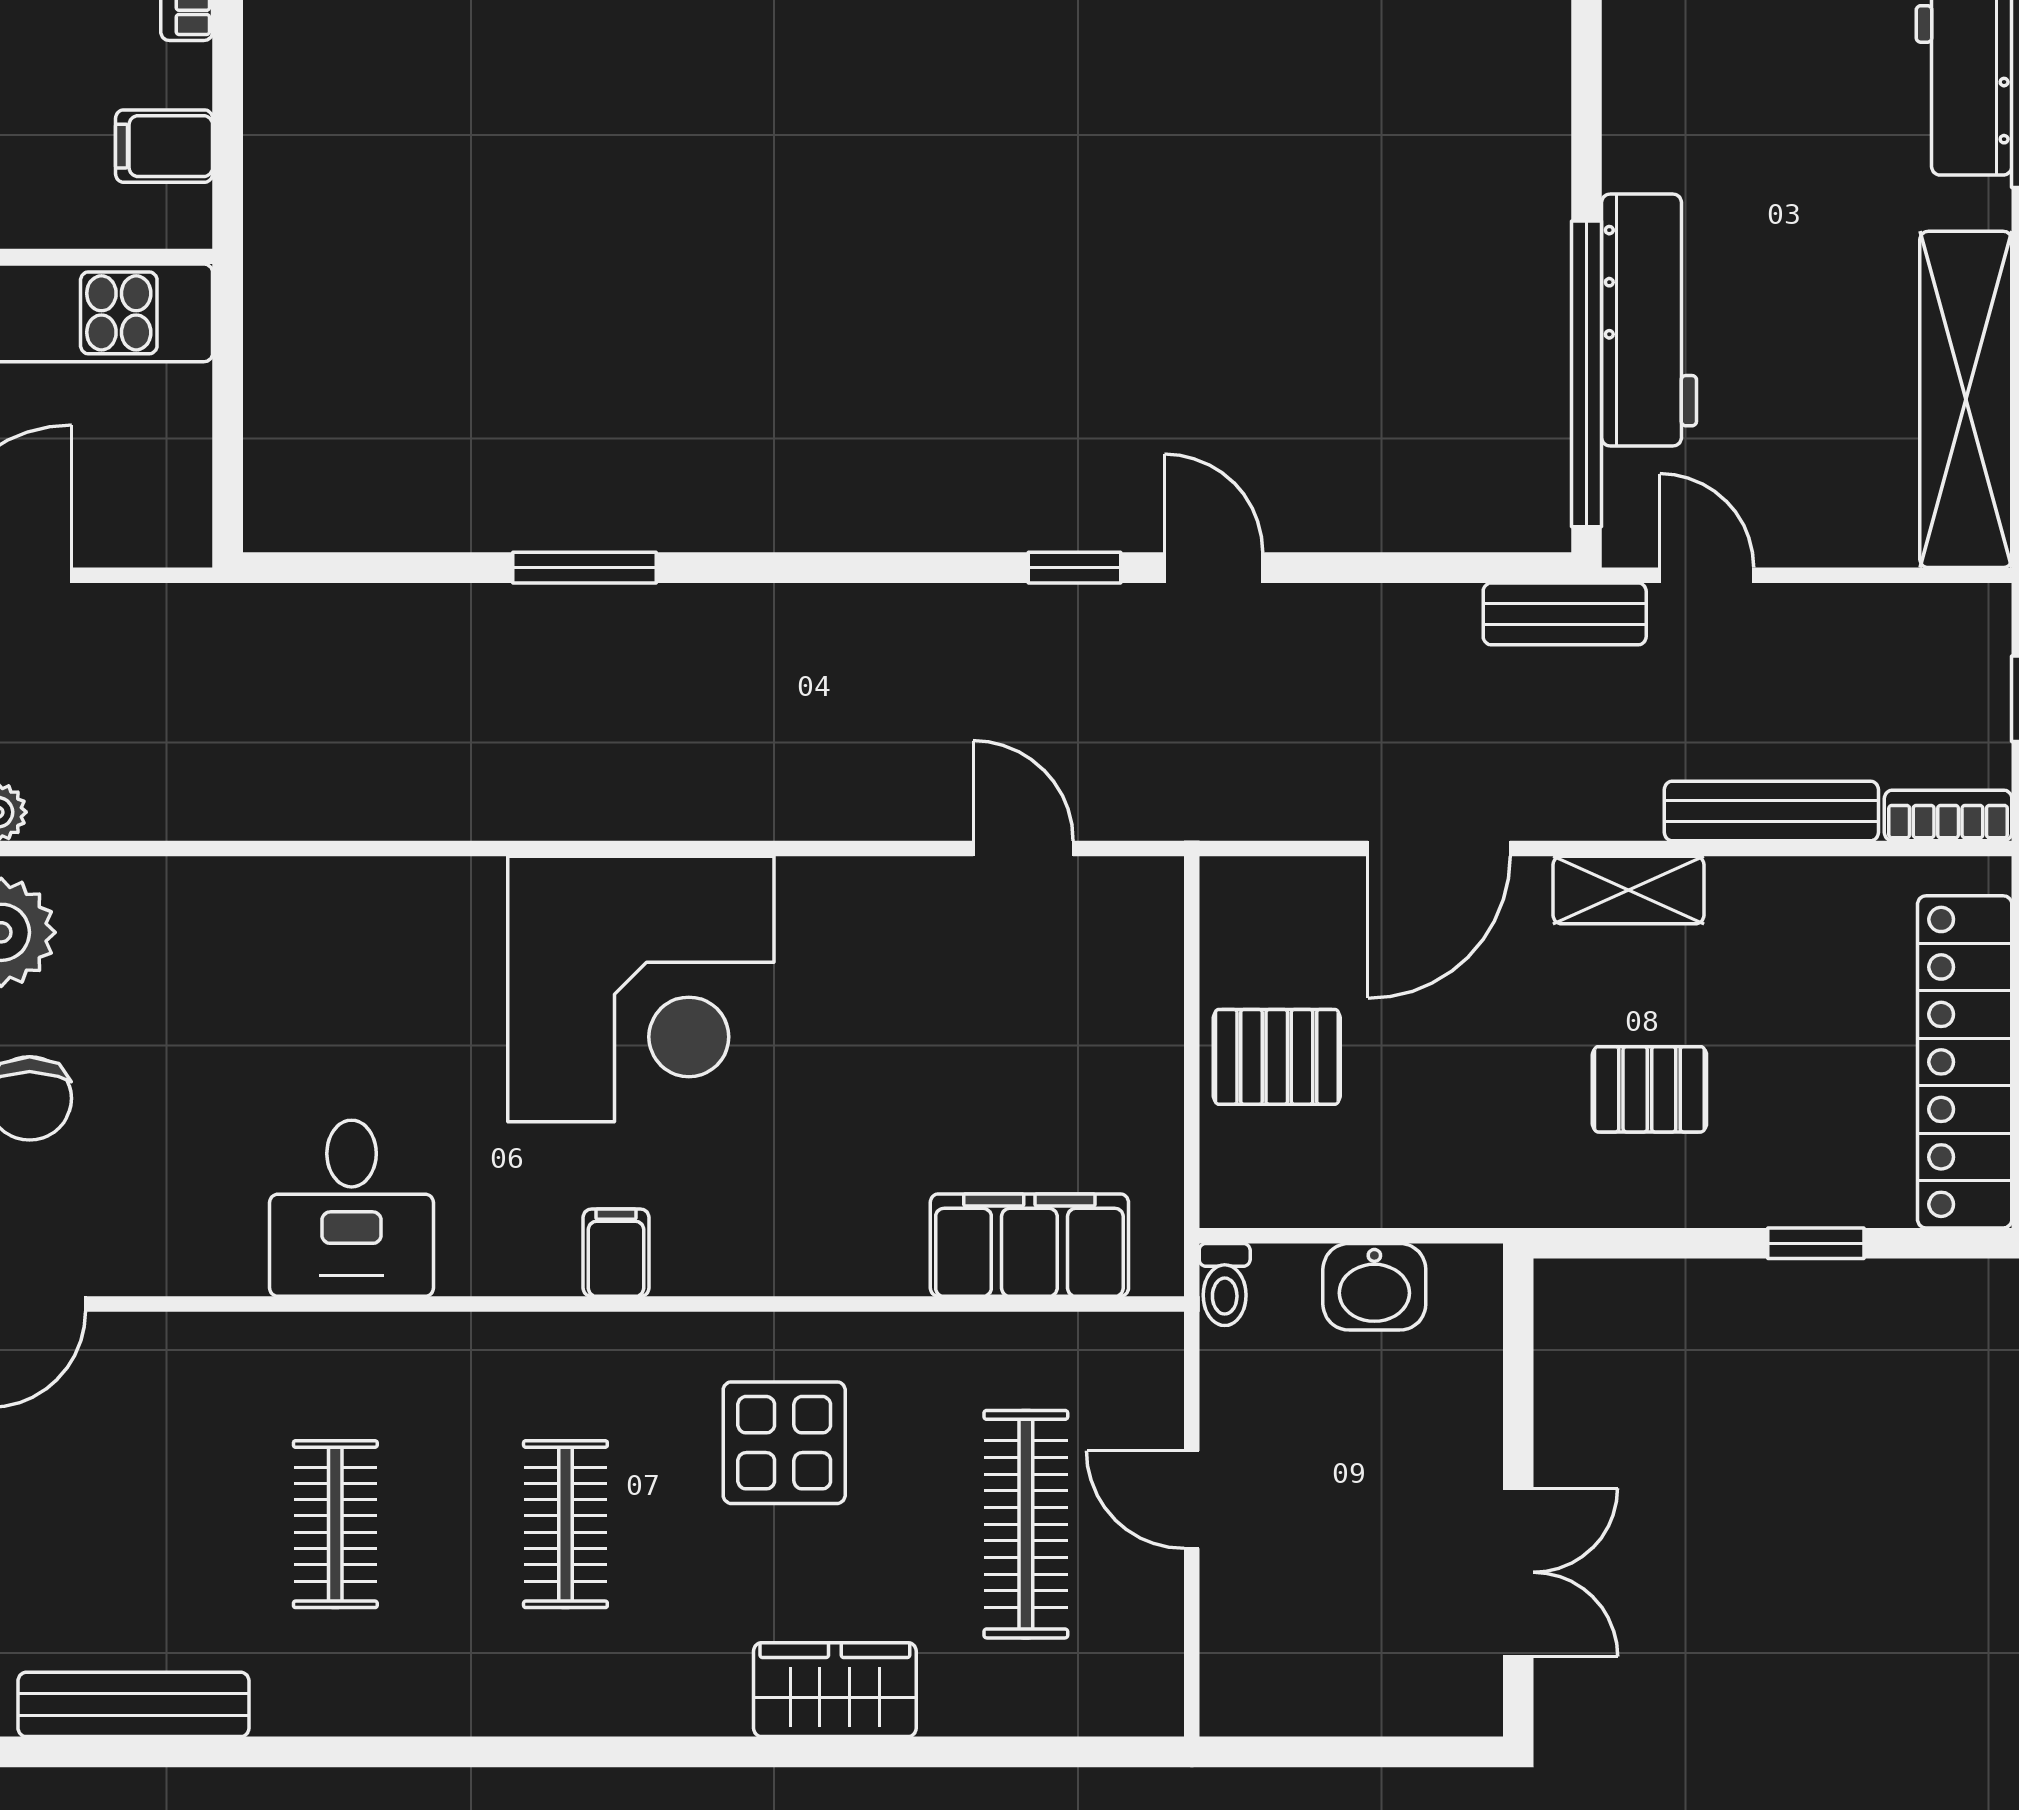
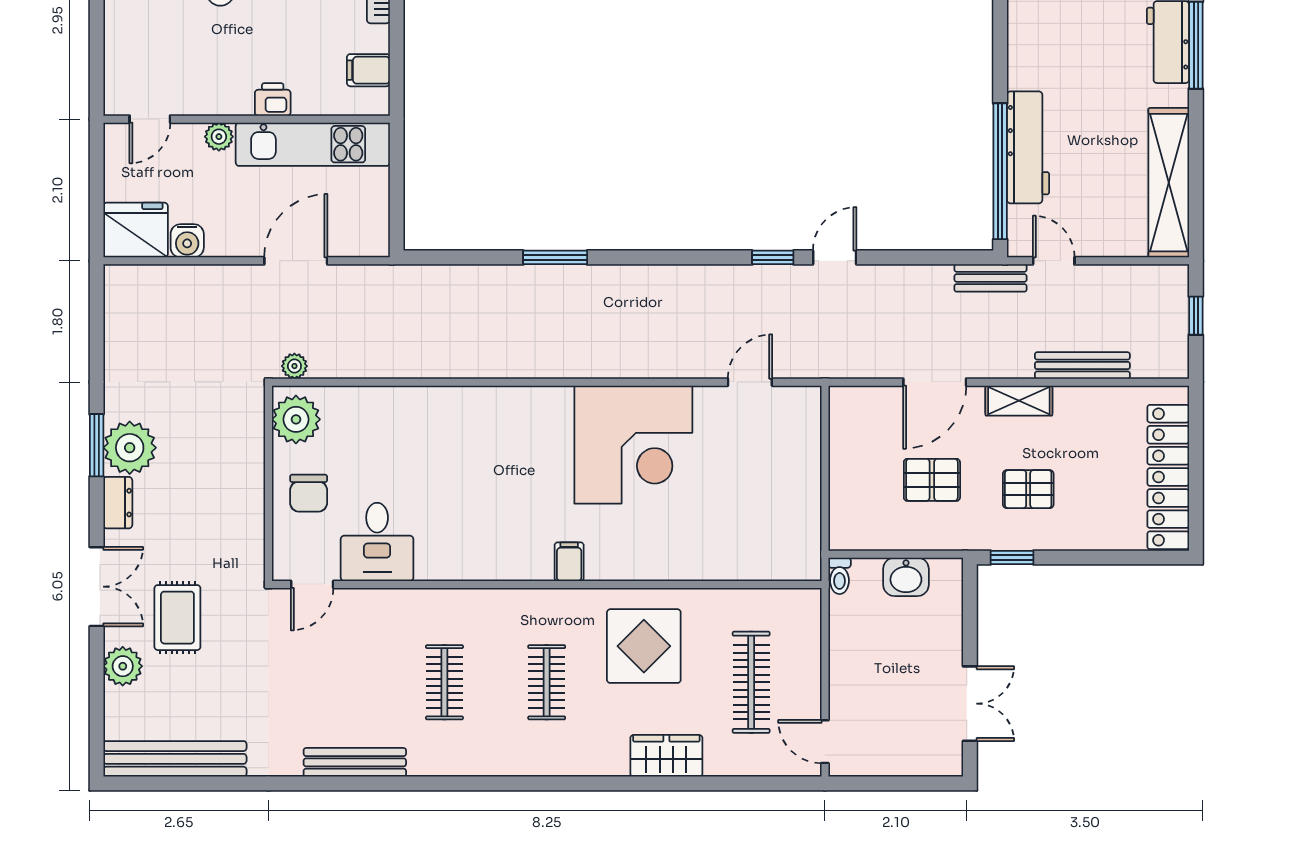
door: (1214, 568) -> (835, 257), hinge flipped
bookcase: (1948, 815) -> (1161, 367), removed
door: (1023, 849) -> (750, 382), hinge flipped
corner desk: (641, 989) -> (633, 445), moved
pallet: (1277, 1057) -> (932, 480), moved
desk: (352, 1208) -> (377, 542), moved
window: (1816, 1243) -> (1012, 558), moved
filing cabinet: (1029, 1245) -> (753, 558), removed
display table: (784, 1443) -> (644, 646), width x1.36, depth x1.36
door: (1192, 1500) -> (825, 742), moved

